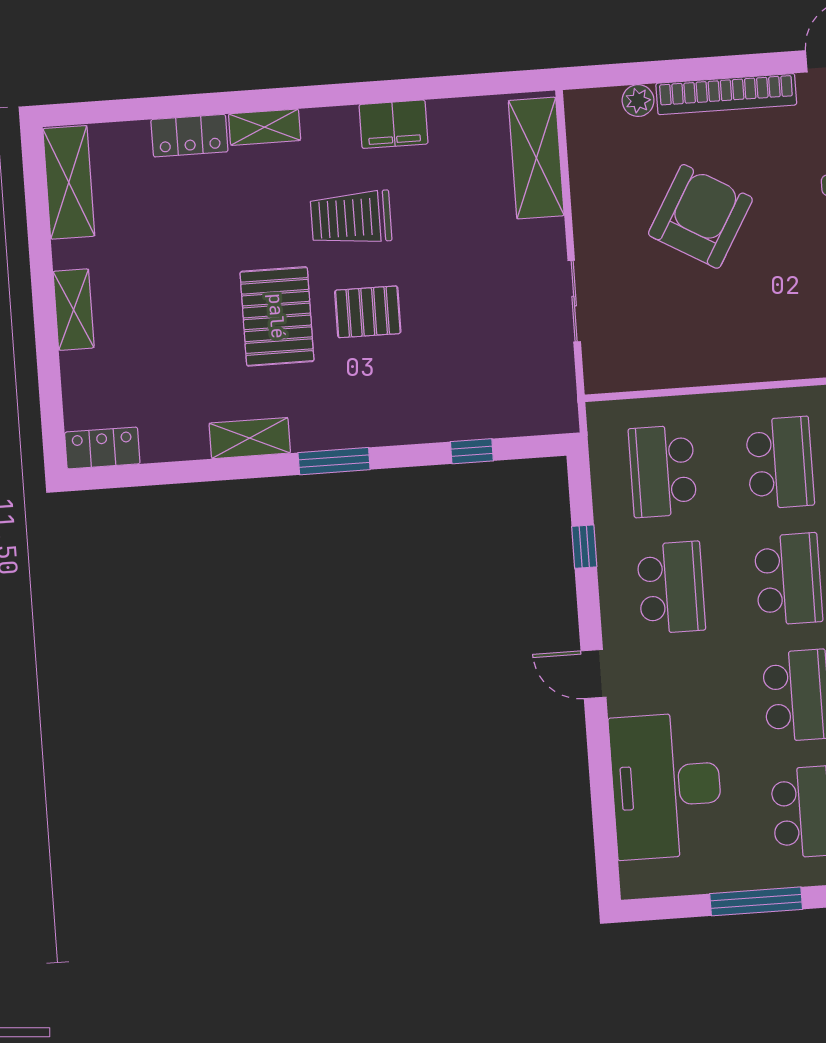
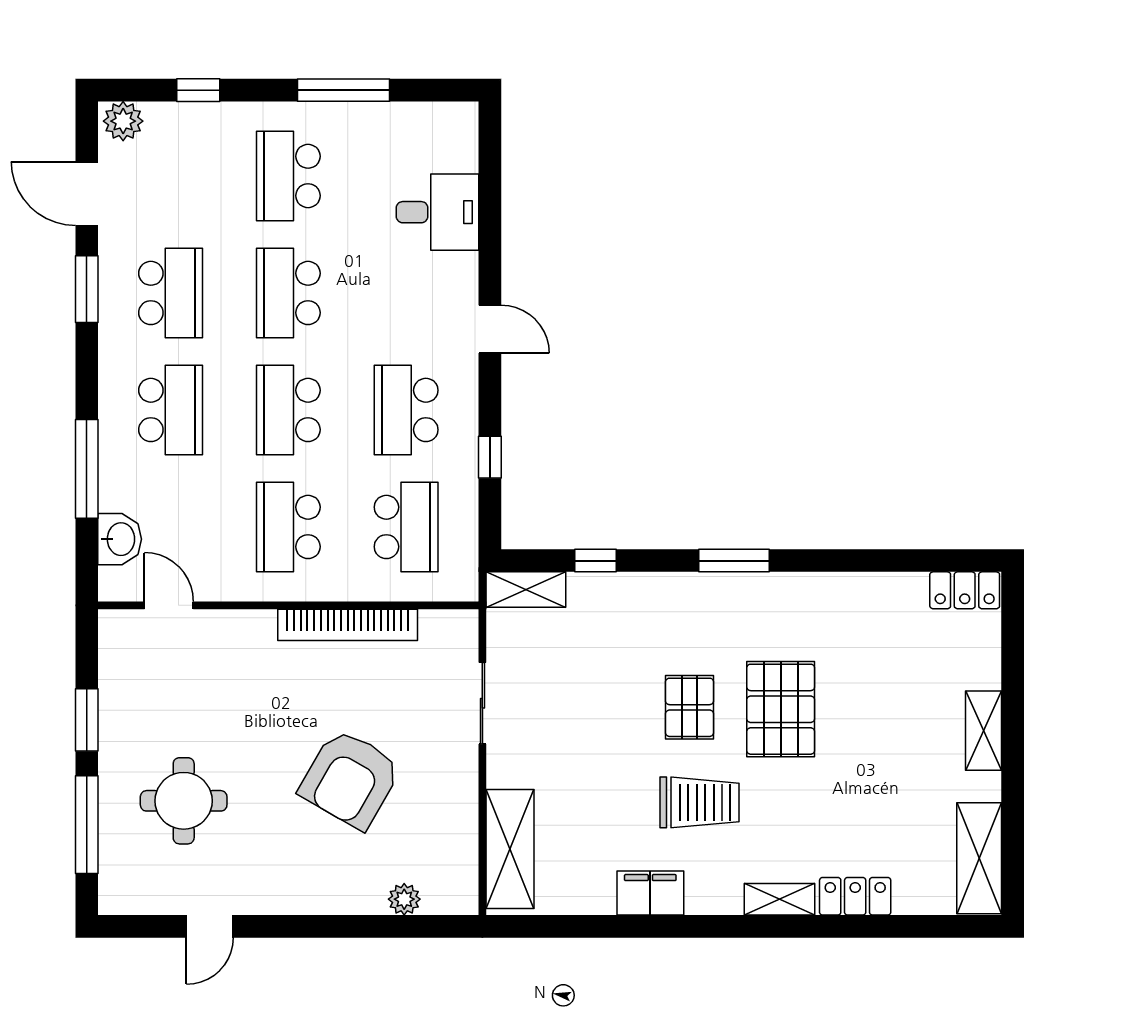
bookcase: (726, 94) -> (348, 625), moved, turned 180
pallet: (368, 312) -> (690, 707), turned 90
shelving: (250, 438) -> (526, 590), moved
desk: (666, 786) -> (438, 212), width x0.53, depth x0.77

